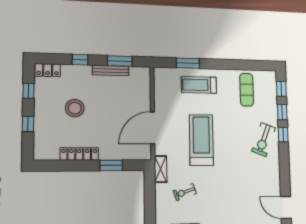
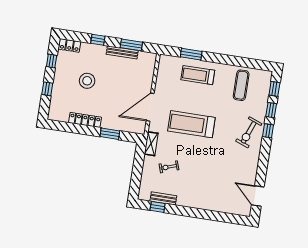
treadmill: (201, 140) -> (191, 124), turned -90

